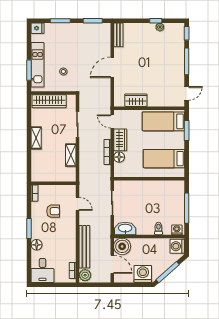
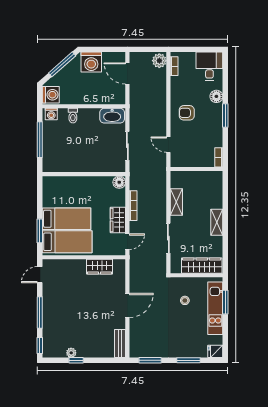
door: (112, 121) -> (127, 242), hinge flipped
floor lamp: (119, 157) -> (119, 182), moved
bed: (164, 159) -> (66, 219), moved
armchair: (53, 211) -> (187, 113), moved
boiler: (122, 246) -> (116, 95), removed
bench: (84, 247) -> (160, 94), removed

